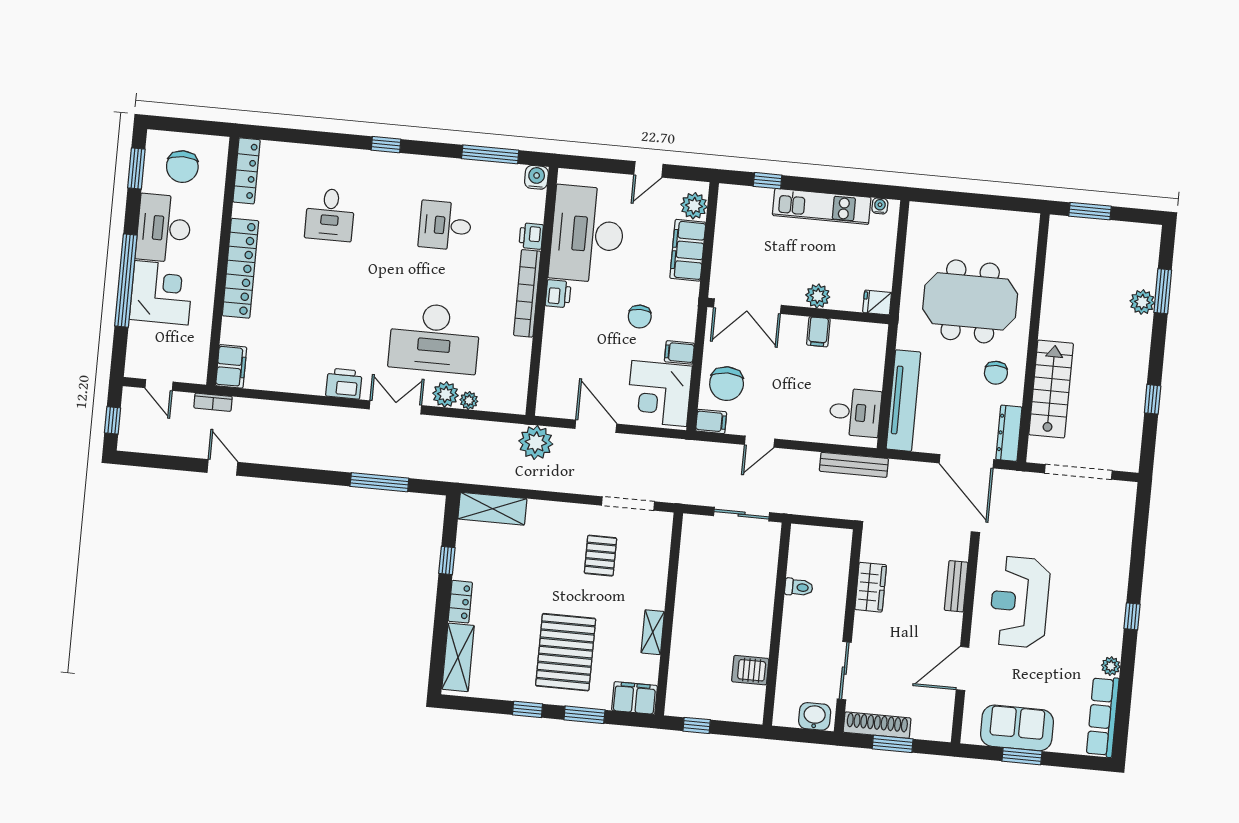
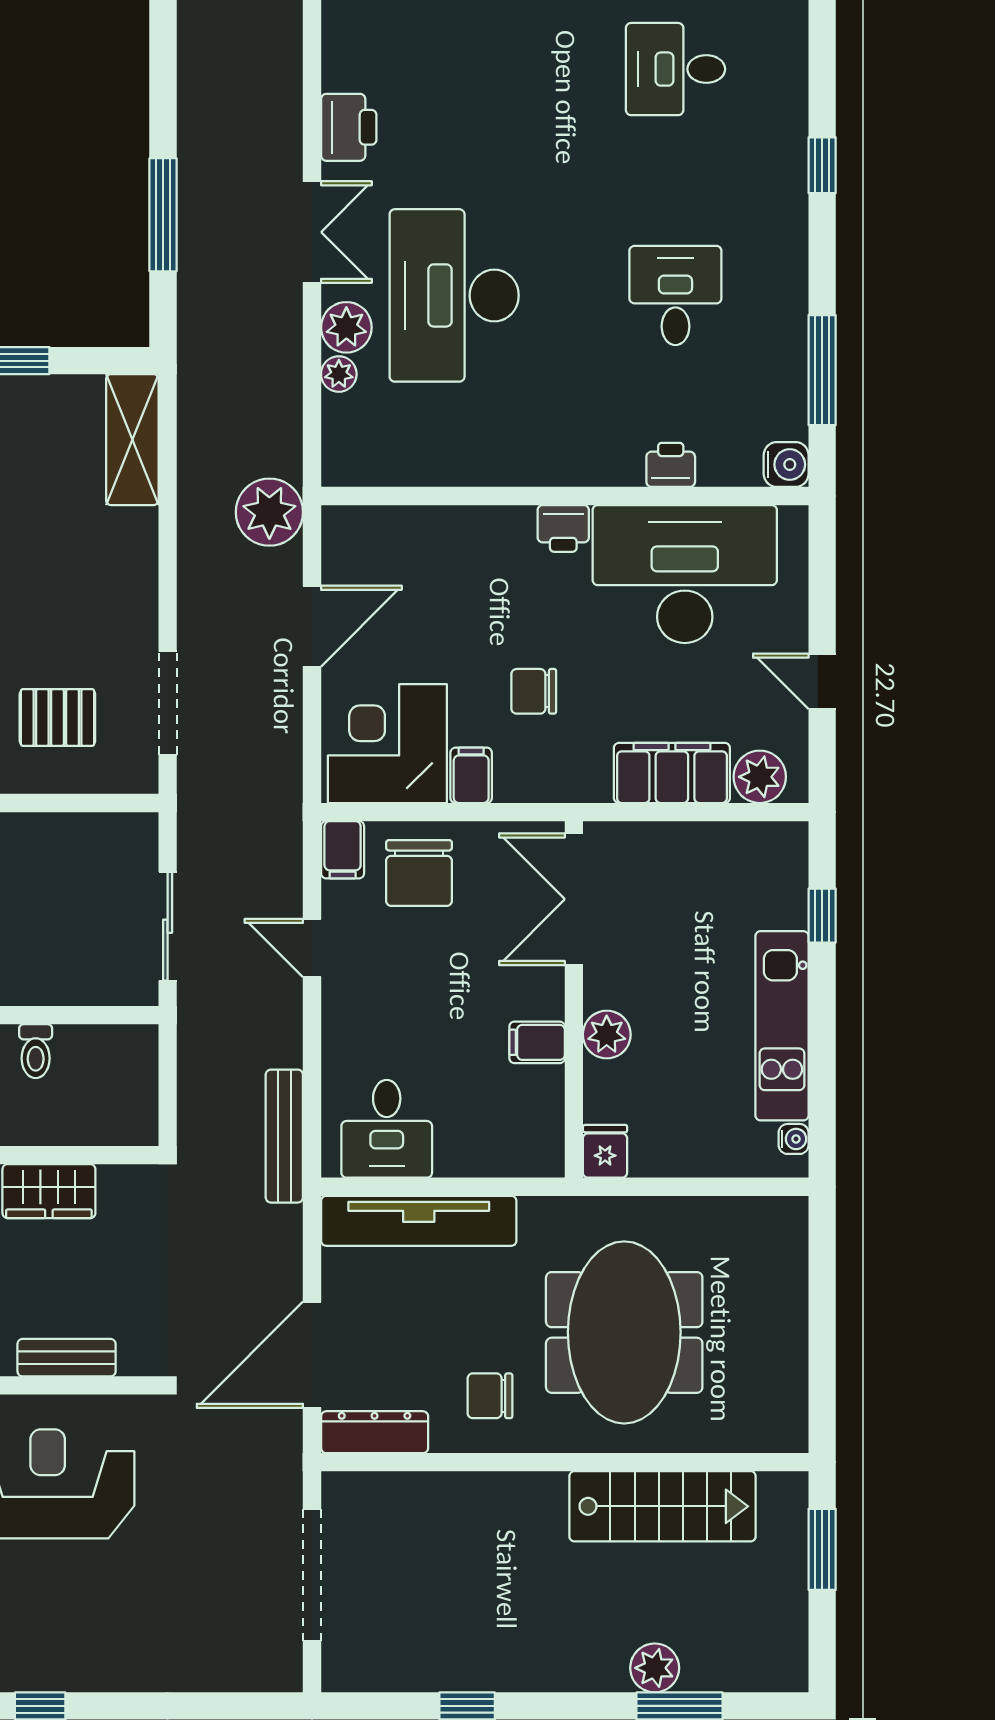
bookcase: (527, 293) -> (558, 468), removed
chair: (727, 384) -> (419, 873), turned -90
stairs: (1051, 389) -> (663, 1506), moved
pallet: (600, 556) -> (57, 718), moved

